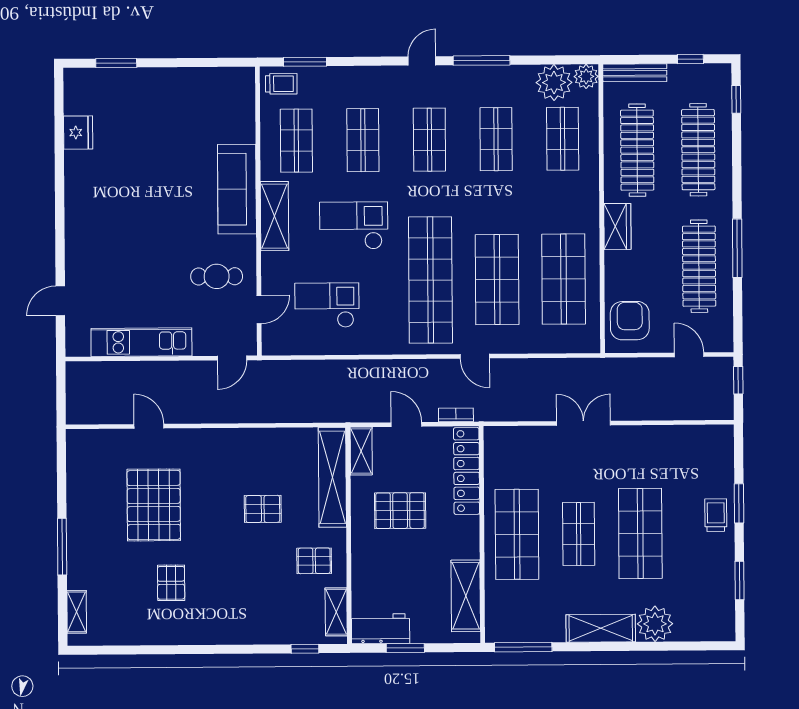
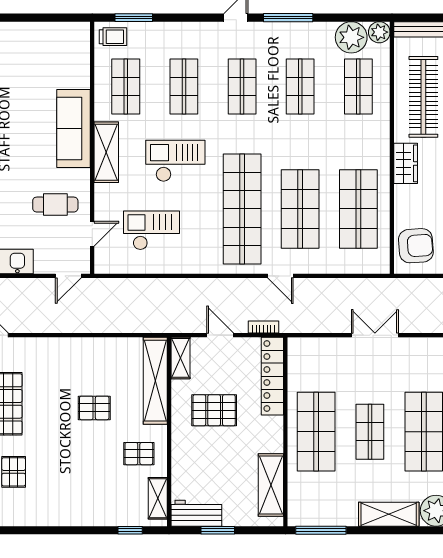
armchair: (630, 321) -> (416, 246), turned 86

